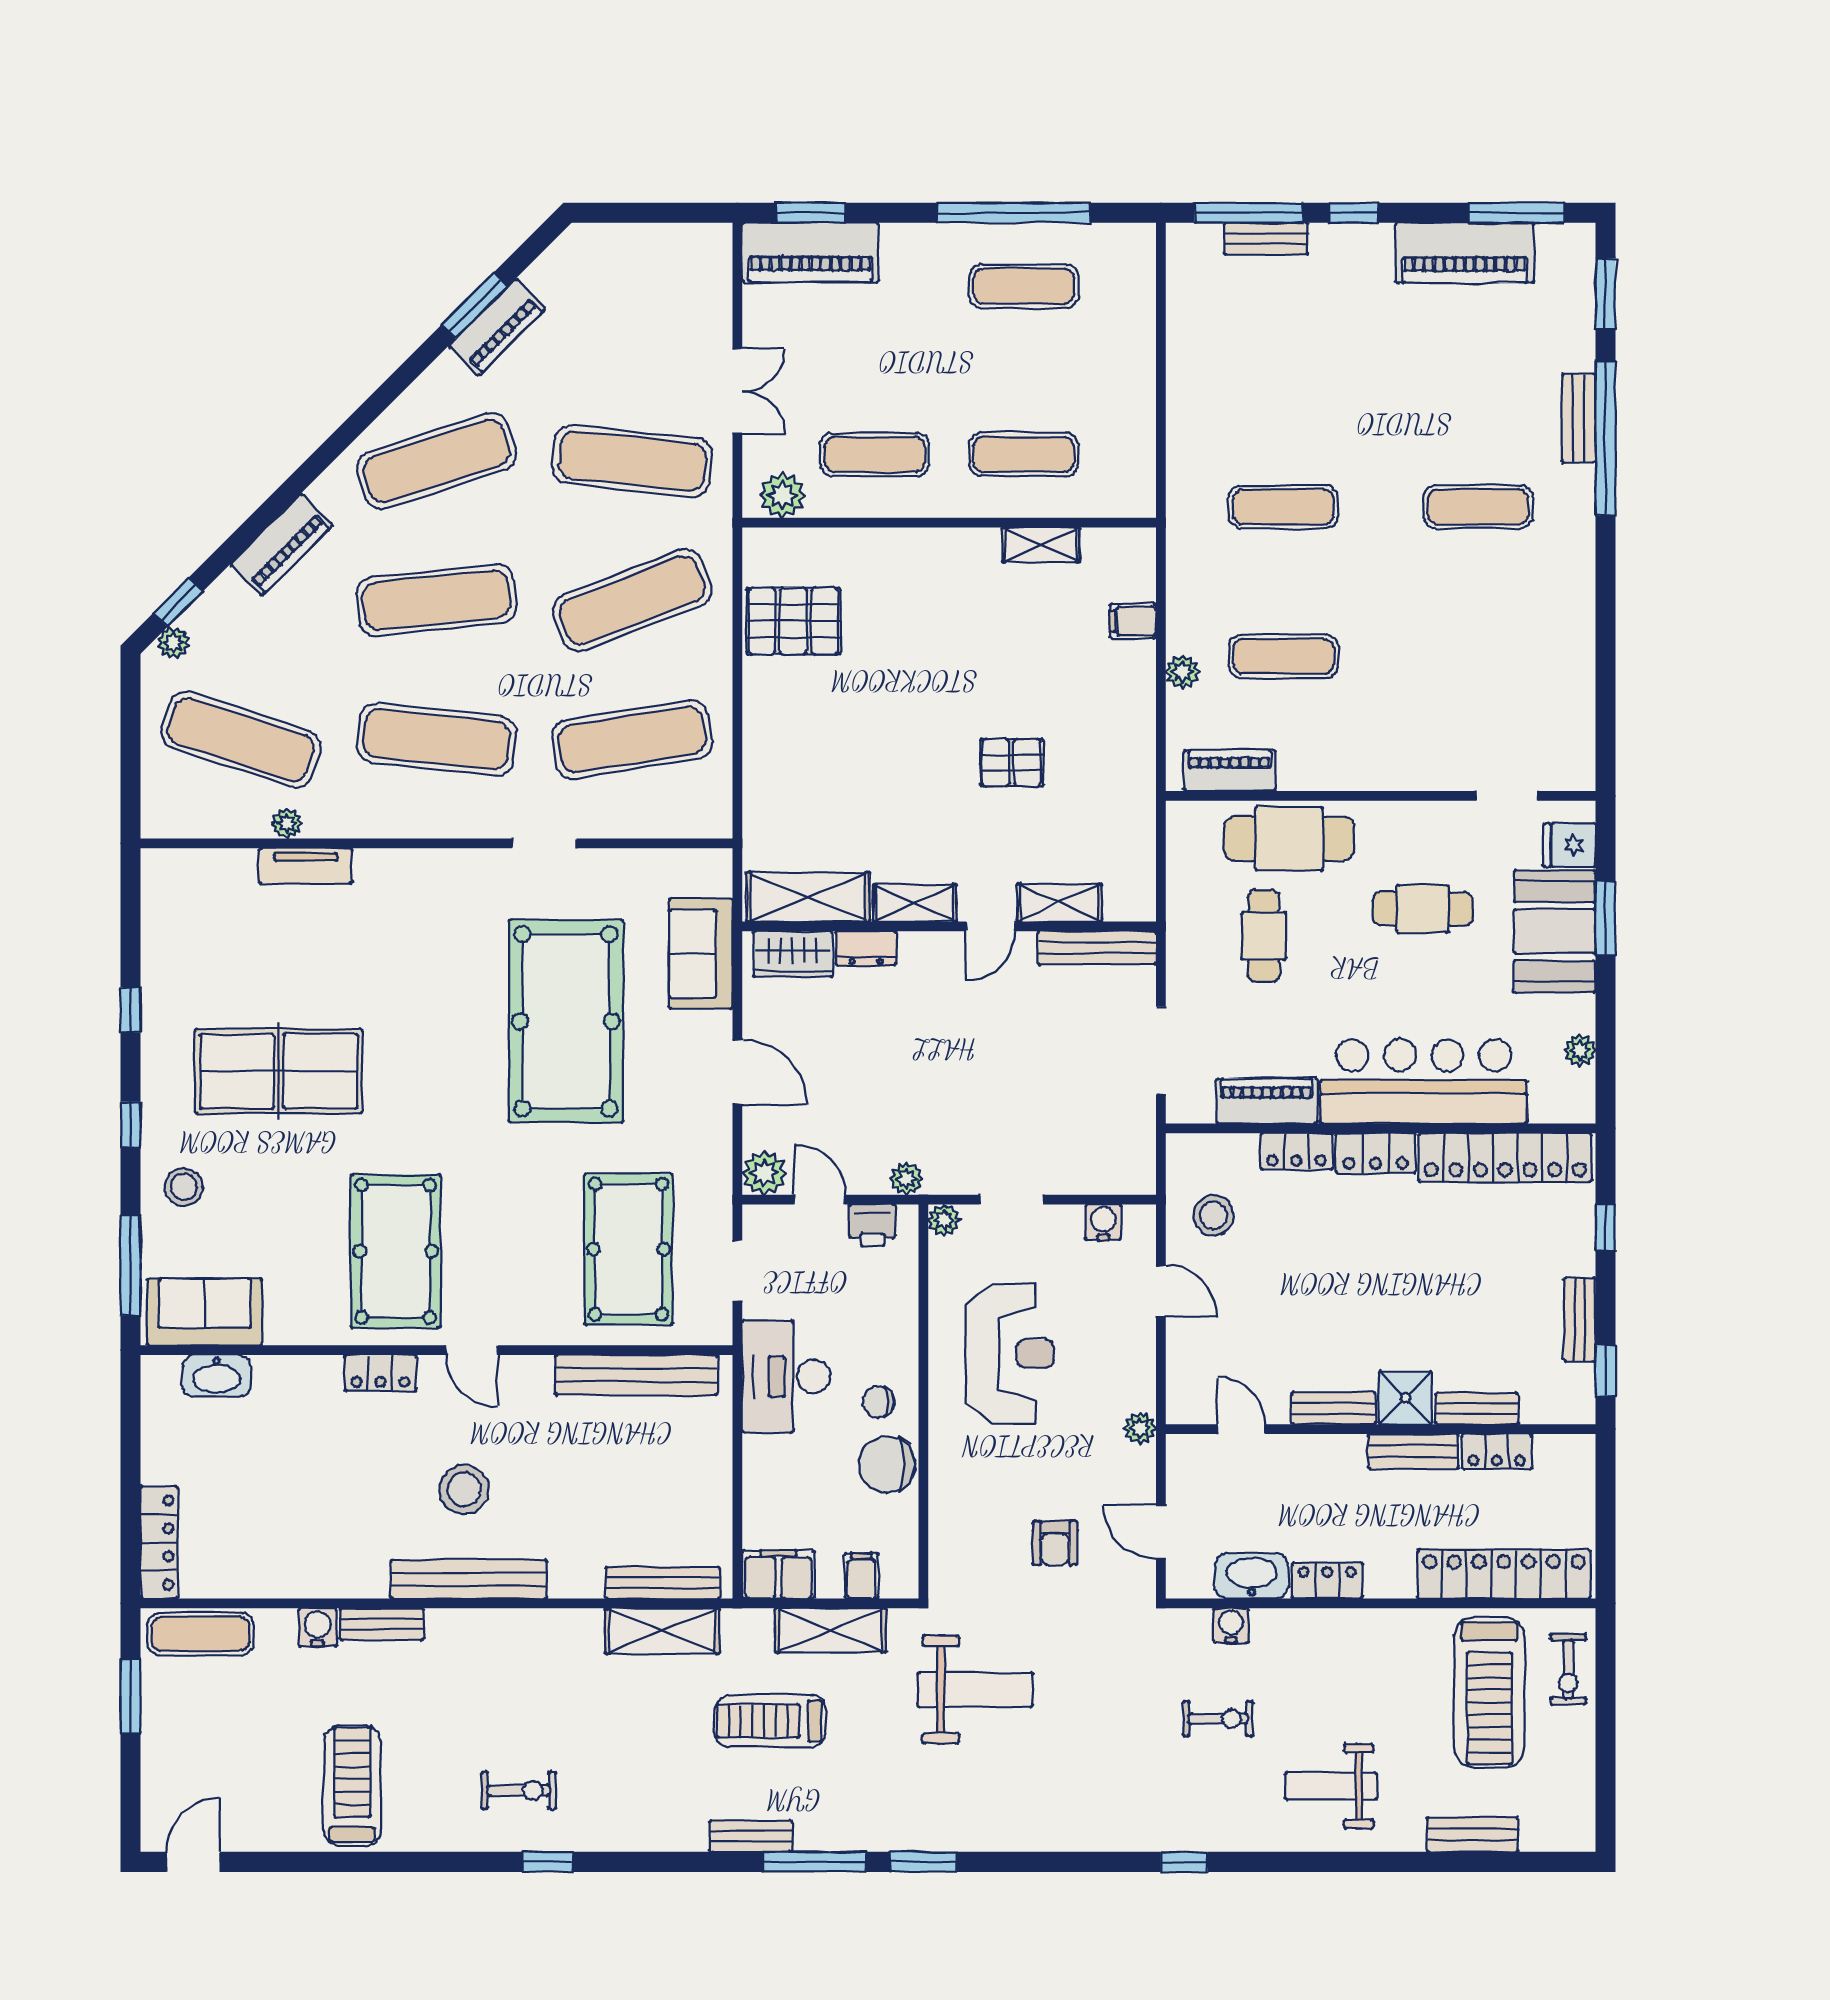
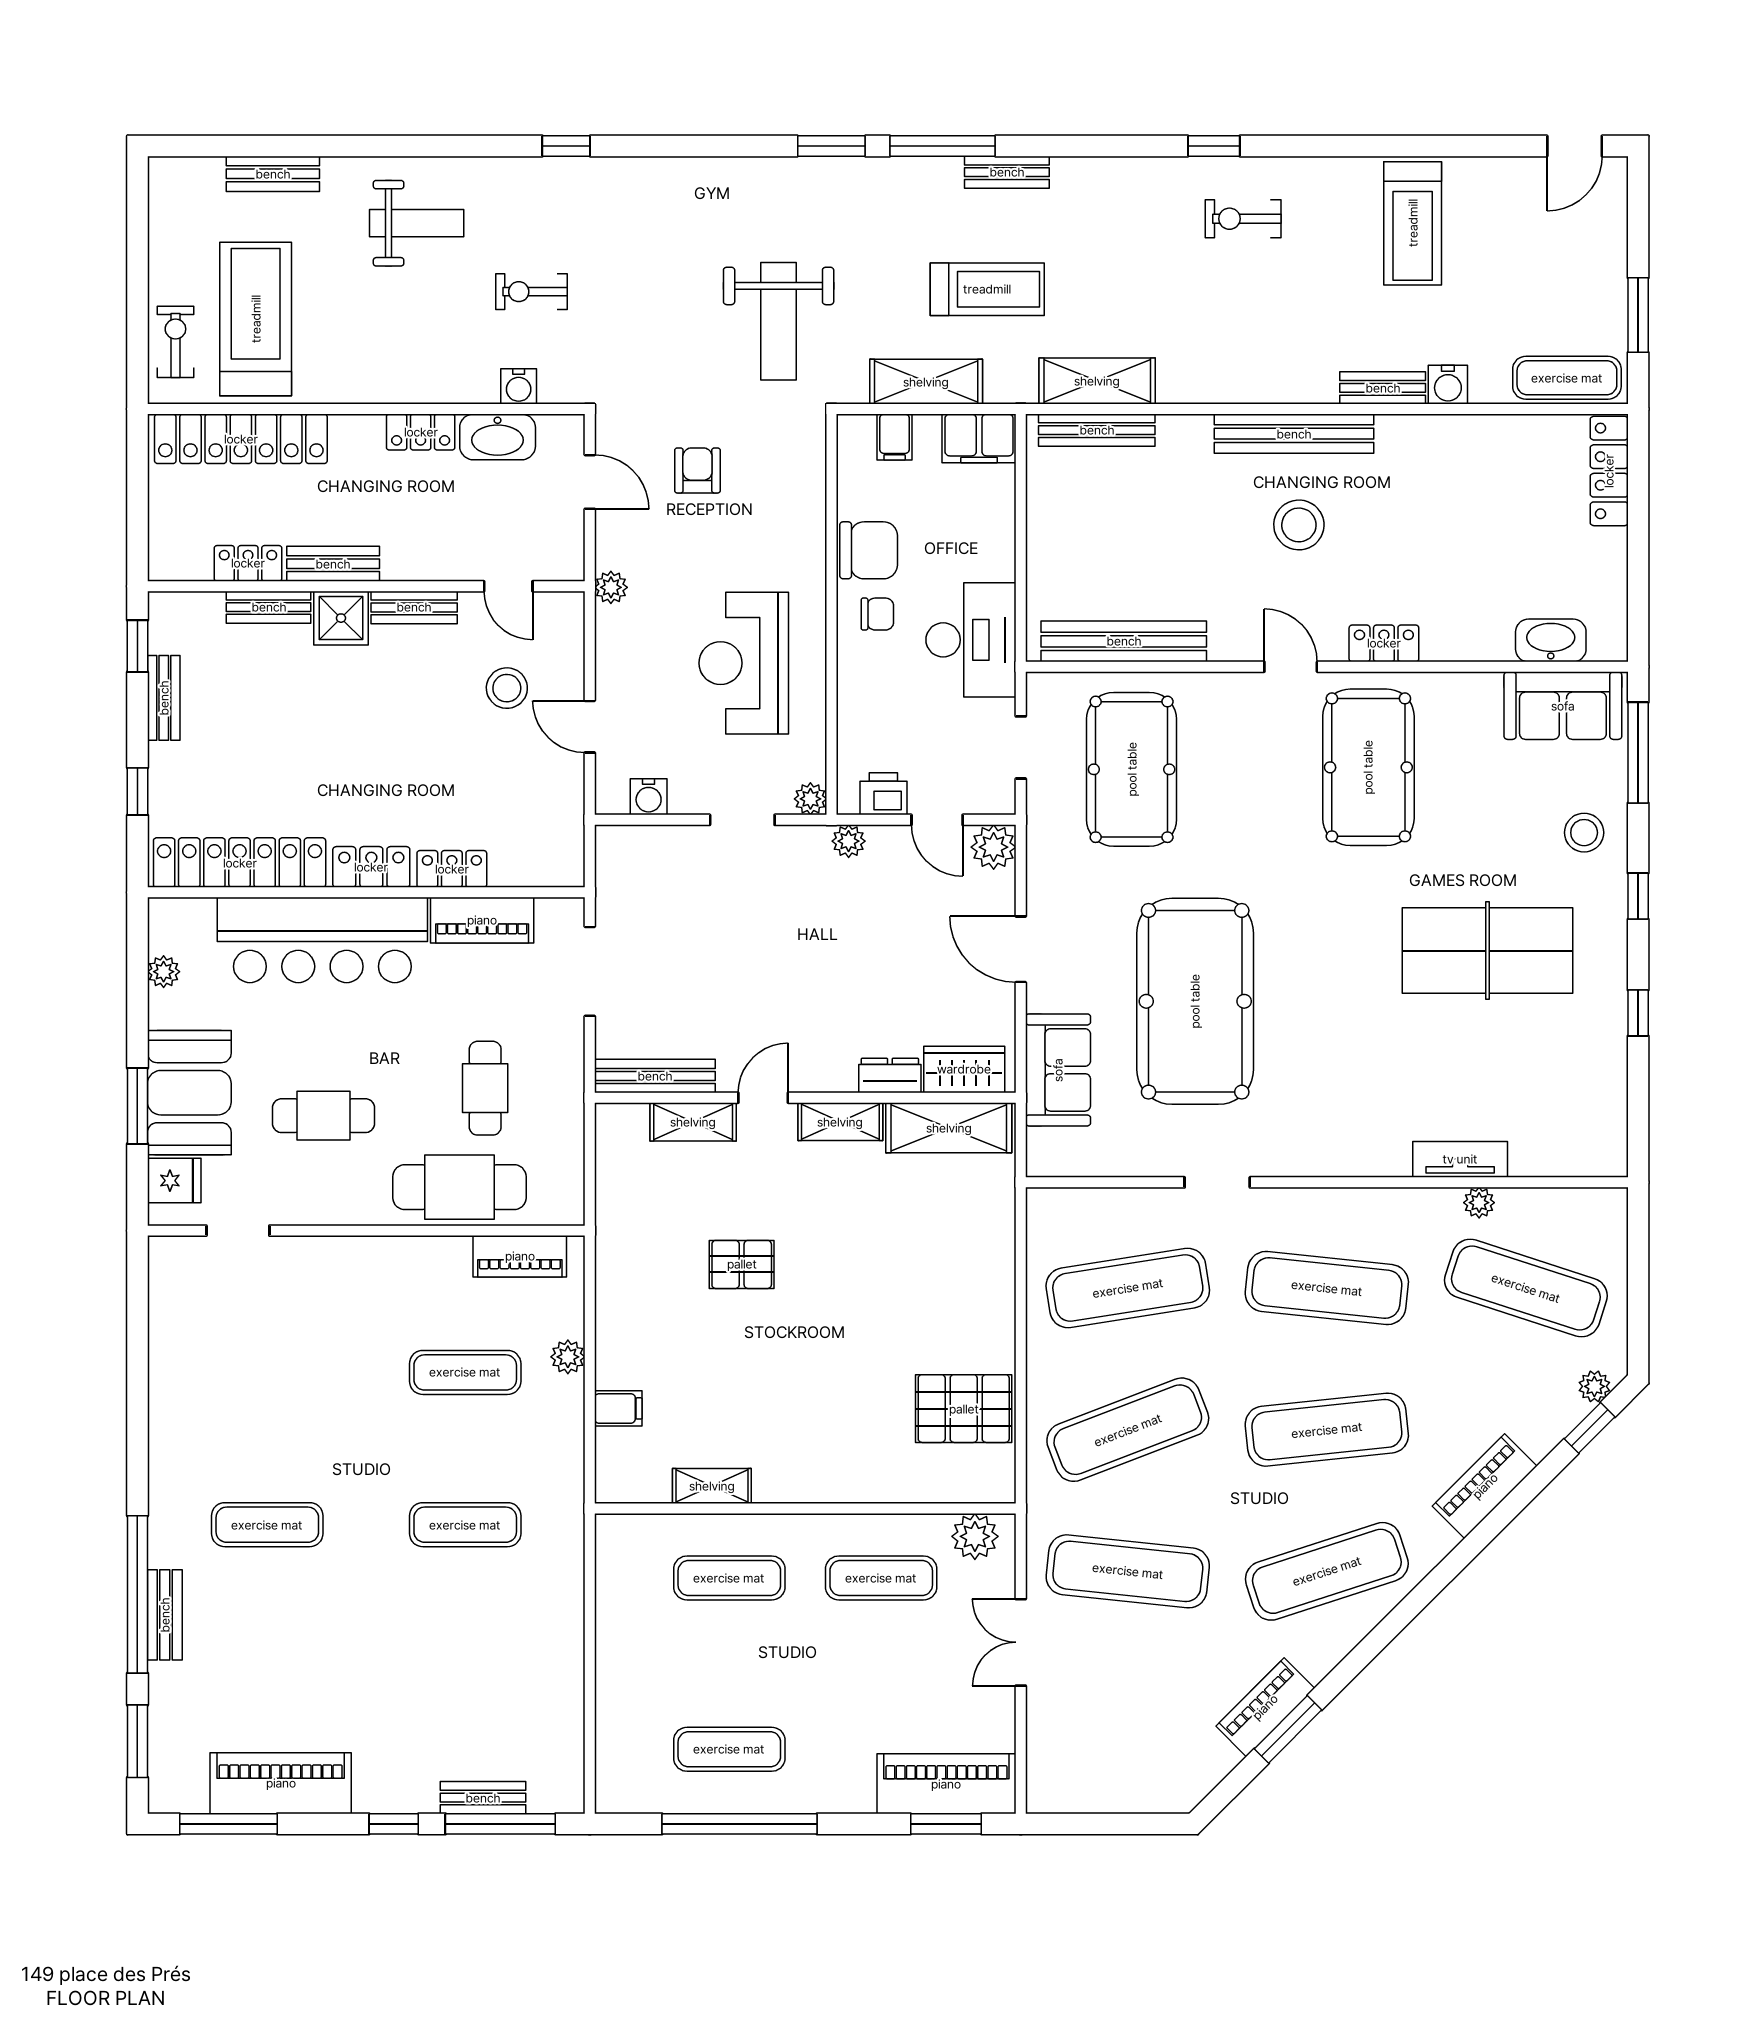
stool: (1213, 1215) -> (507, 688), moved
weight bench: (975, 1690) -> (779, 321), turned -90

